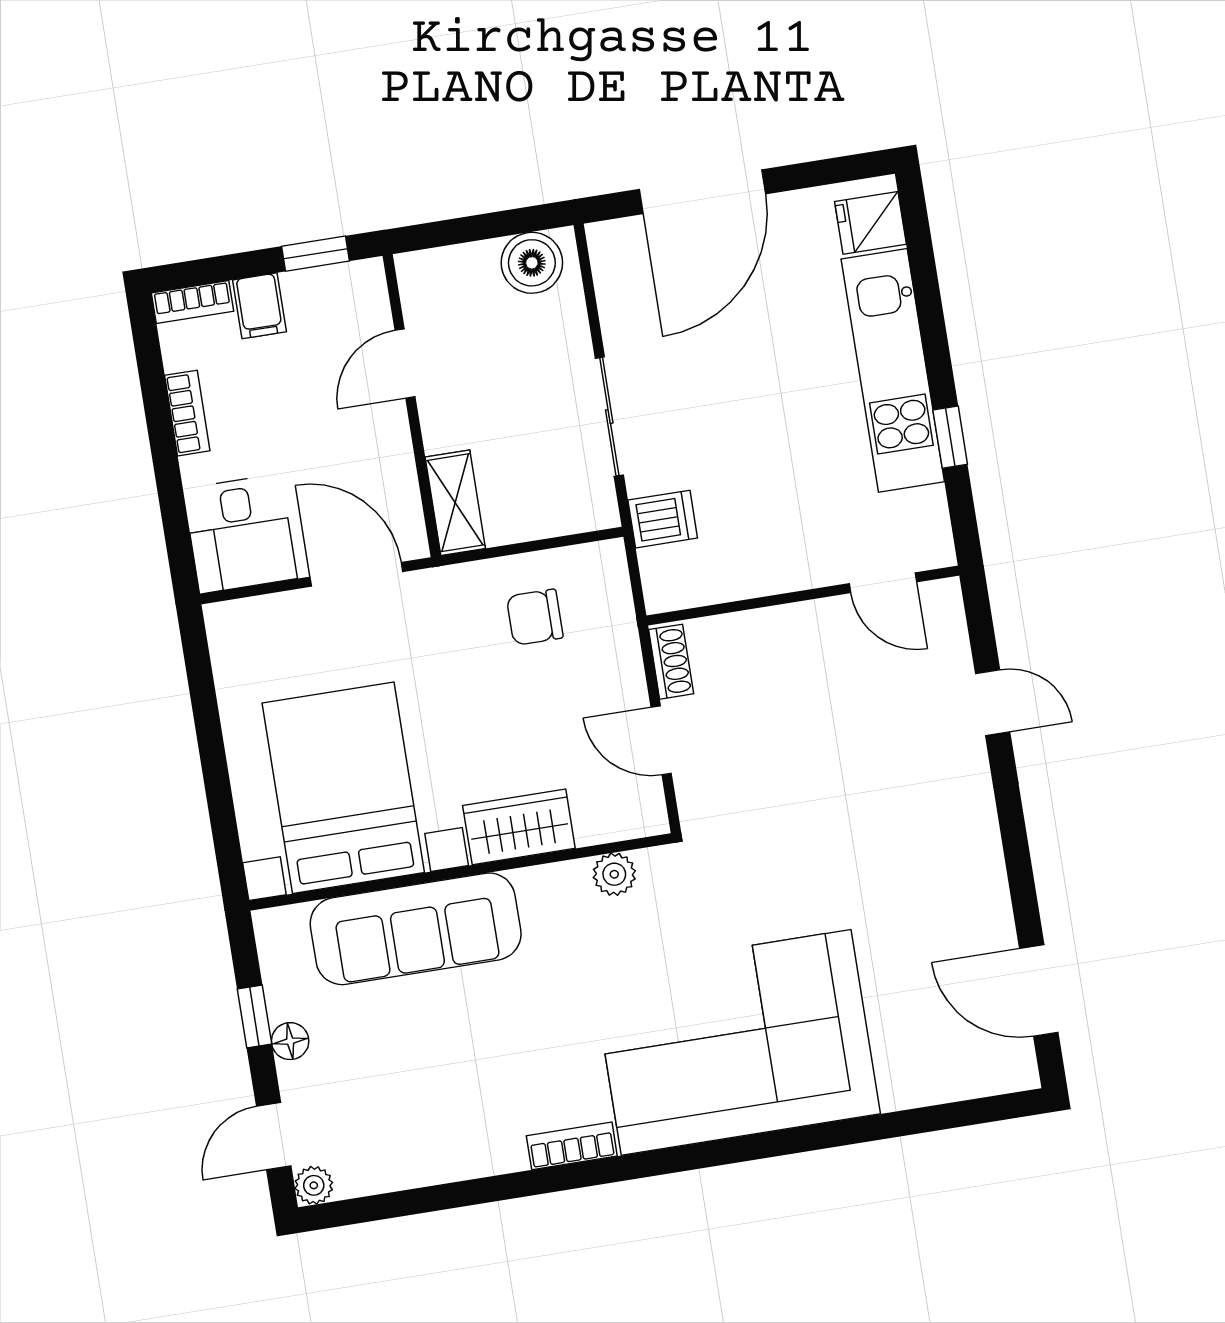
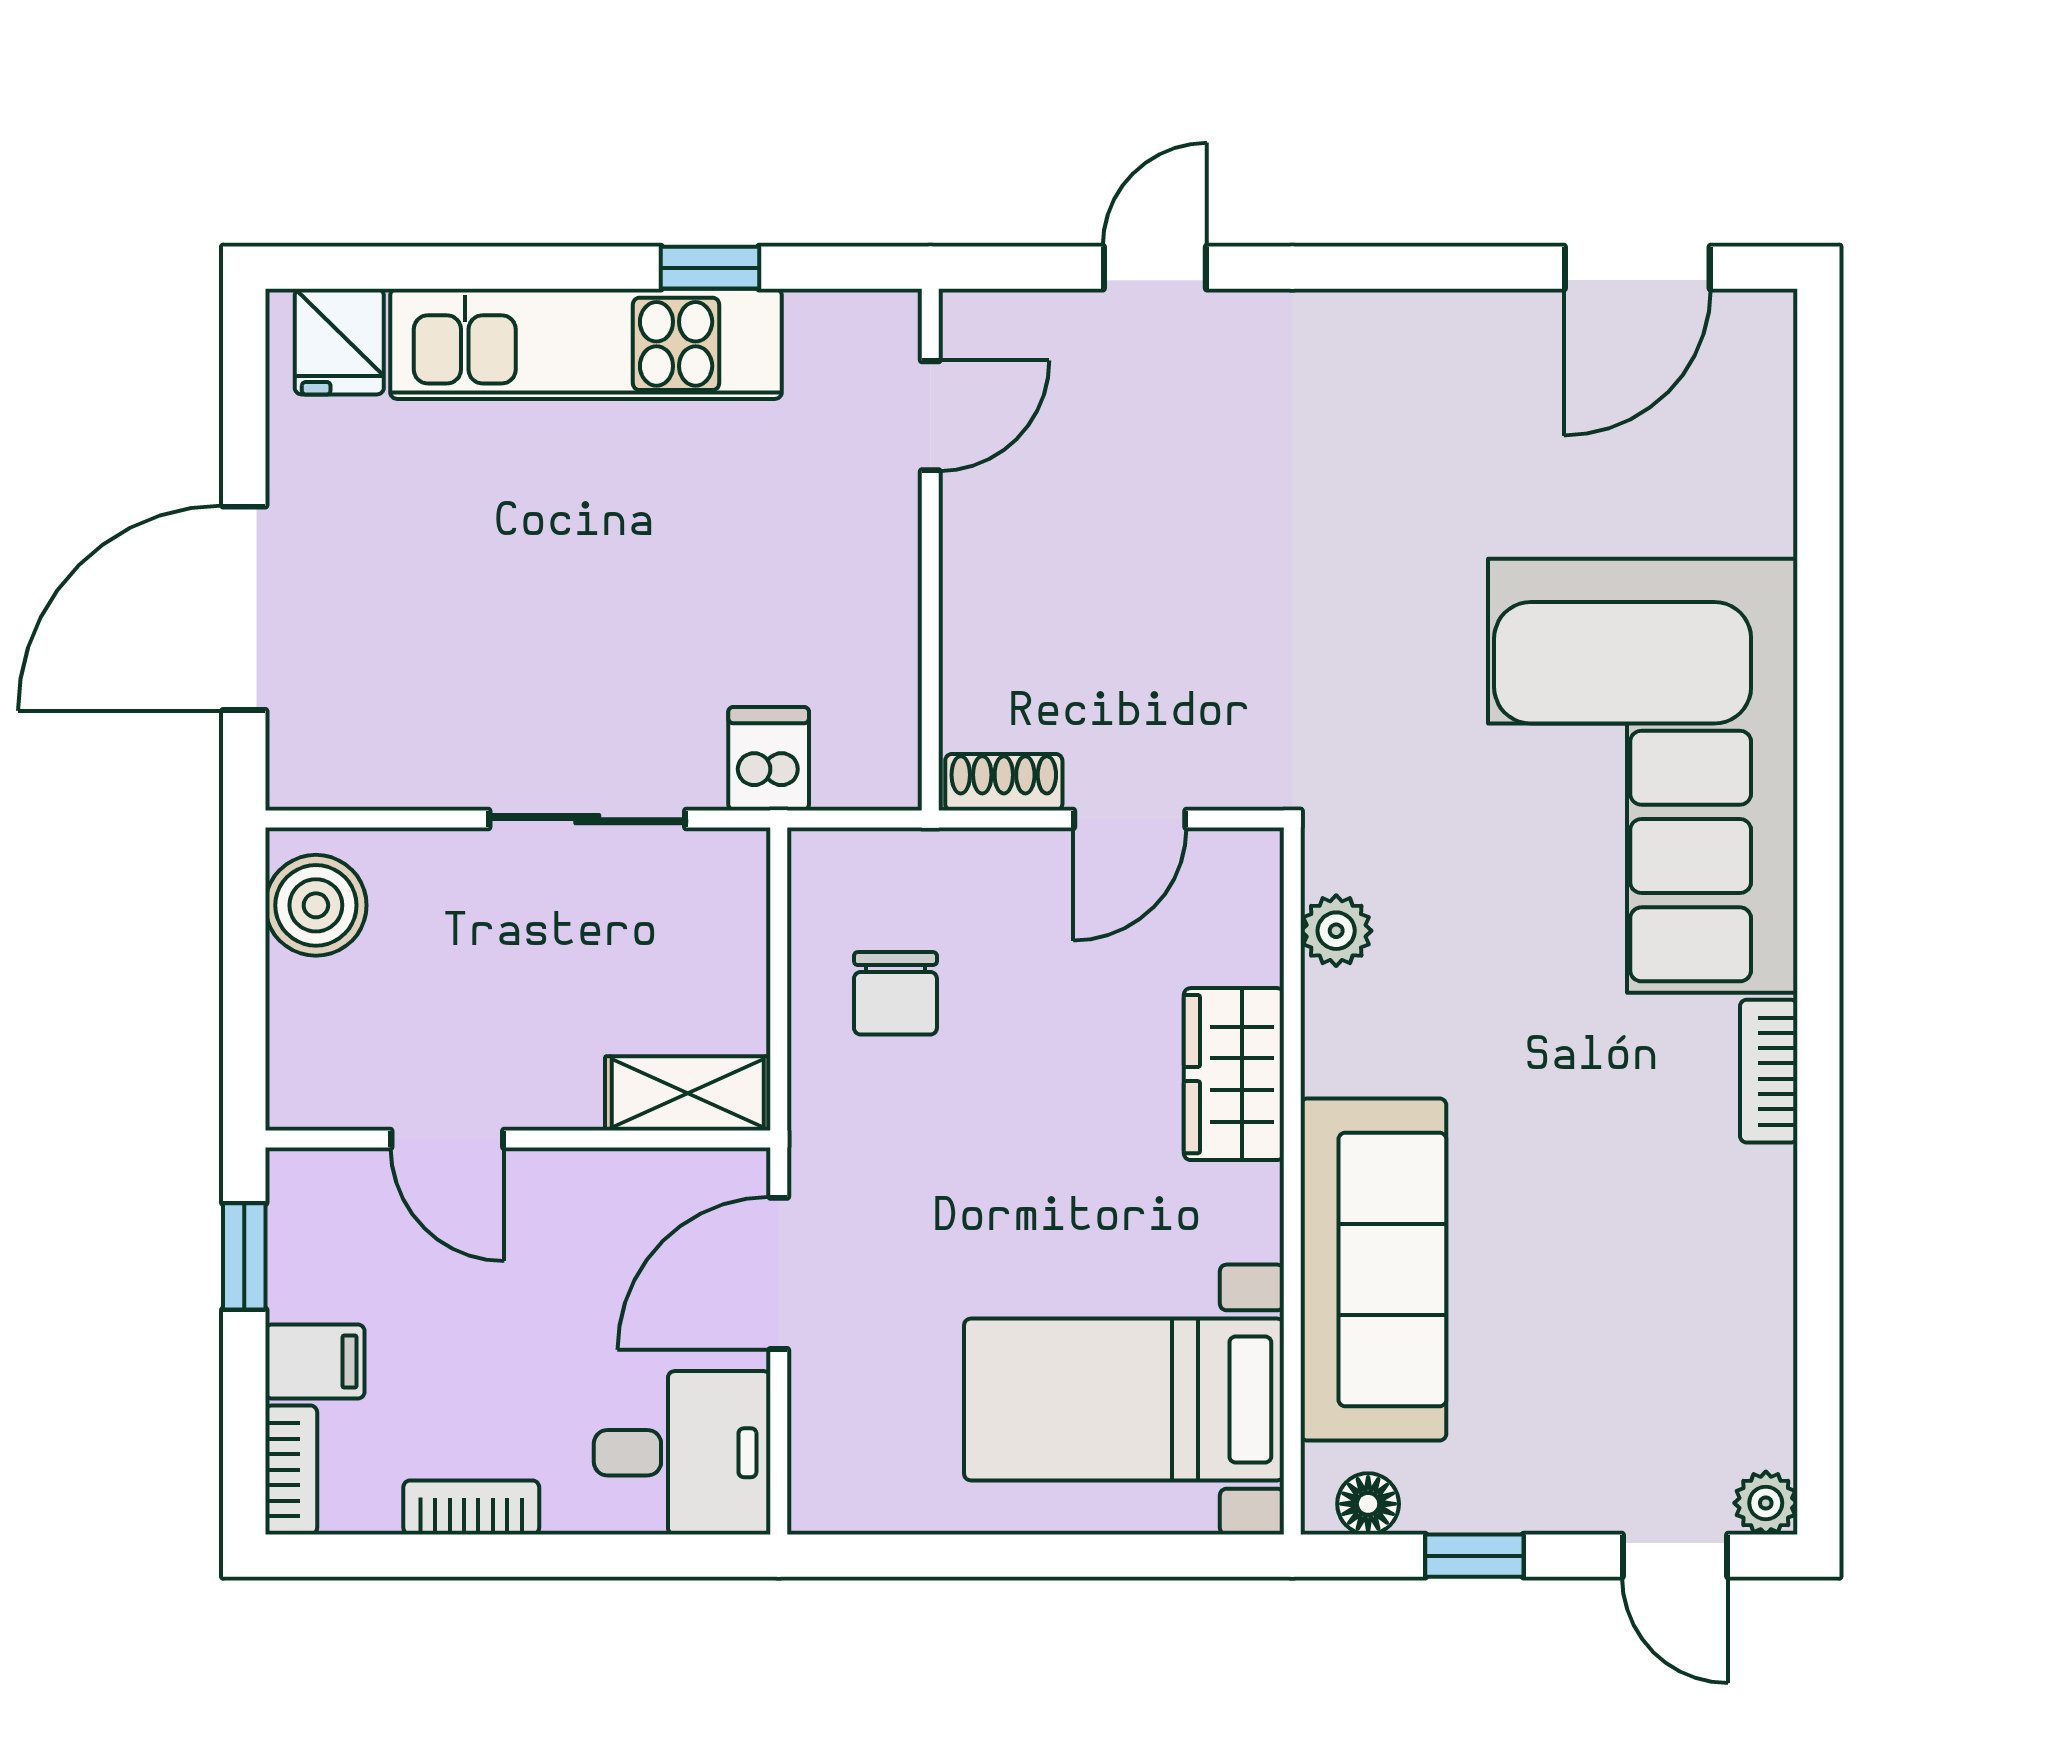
door: (702, 192) -> (244, 608), swing flipped
bed with nightstands: (343, 788) -> (1124, 1400), width x0.73
floor lamp: (290, 1041) -> (1368, 1504), moved

